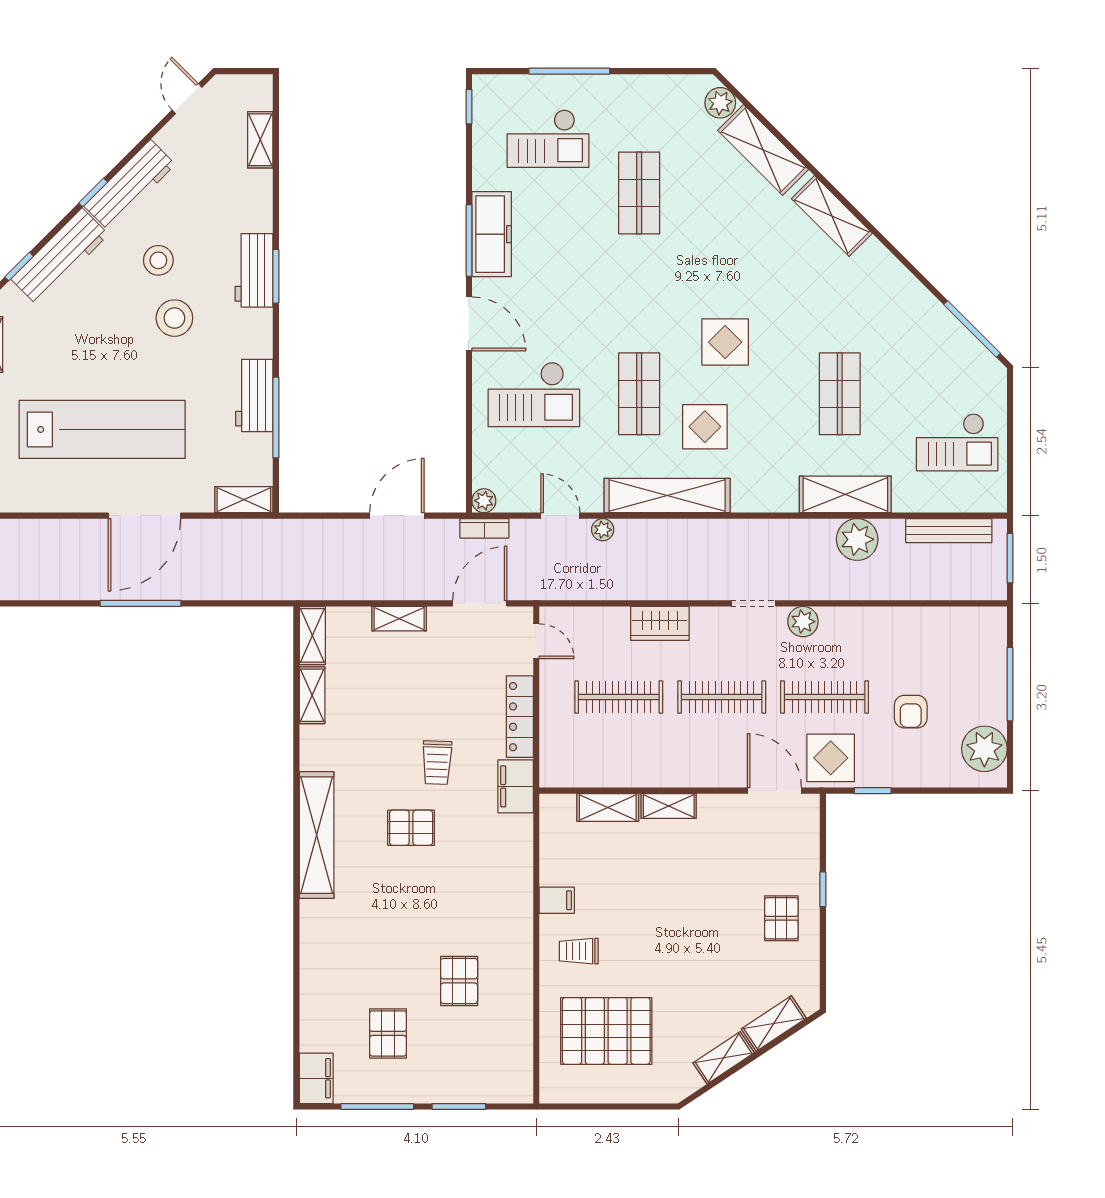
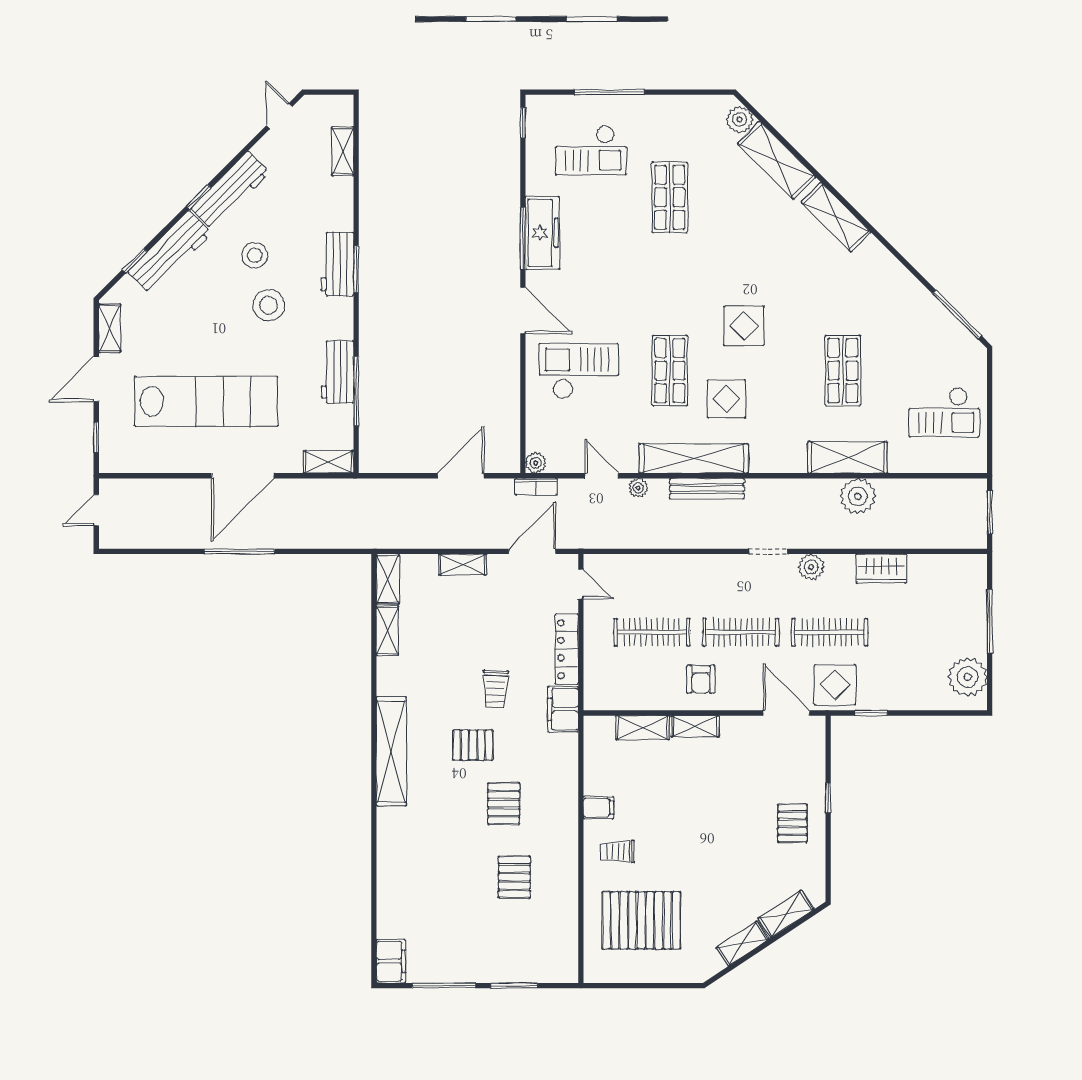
checkout: (534, 394) -> (579, 371), turned 180
bench: (949, 531) -> (707, 489), moved
wardrobe: (660, 623) -> (881, 569), moved
armchair: (911, 712) -> (701, 679), moved
pallet: (388, 1033) -> (504, 804), moved

